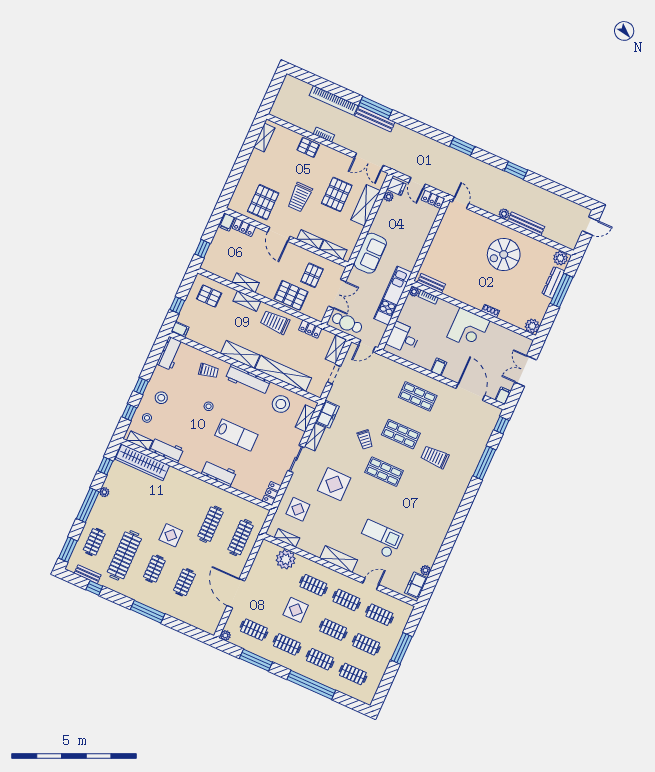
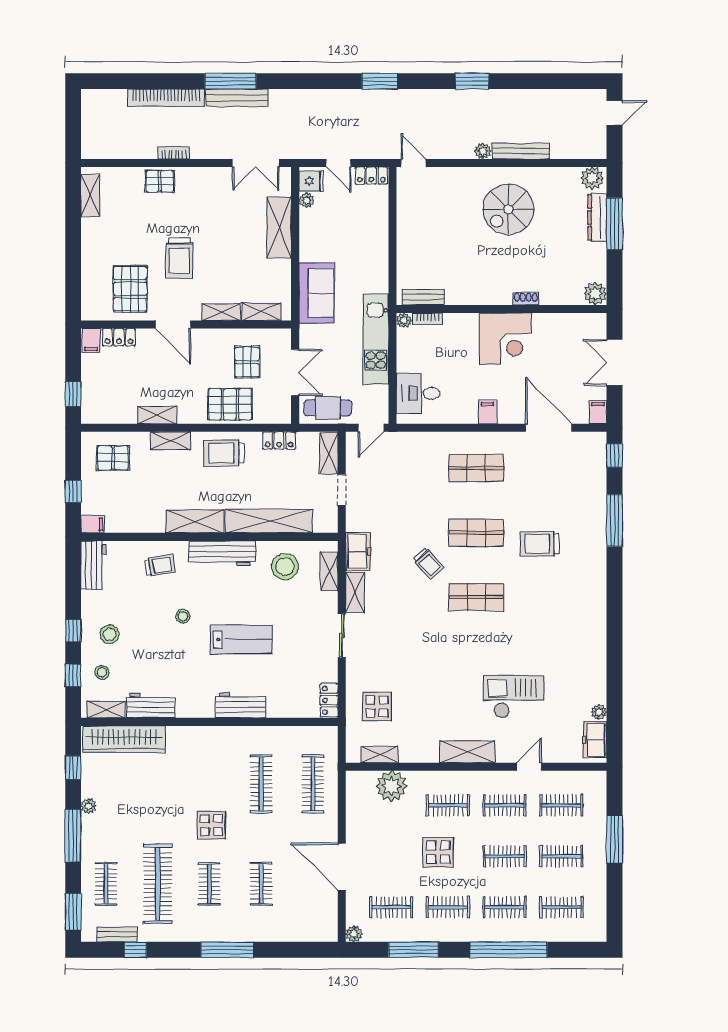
pallet: (337, 194) -> (231, 230), removed
display table: (334, 484) -> (413, 647), removed

